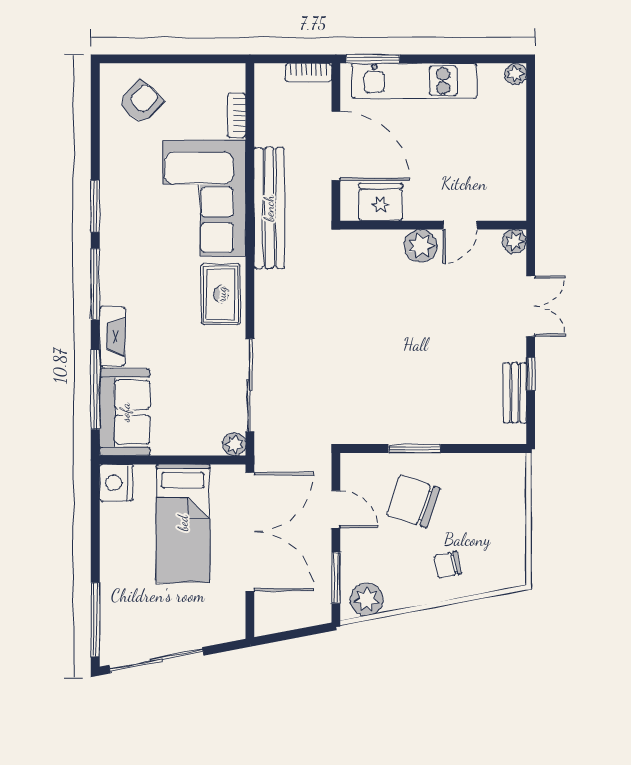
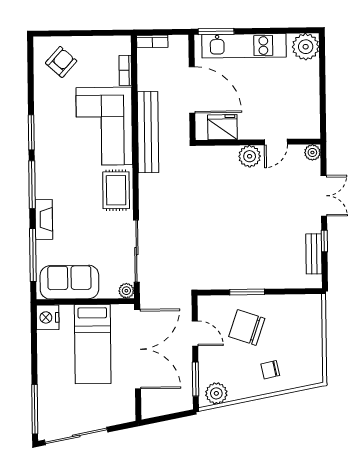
bookcase: (308, 72) -> (152, 41), moved
plant: (516, 74) -> (306, 47), width x1.88, depth x1.88
sofa: (125, 412) -> (69, 282), moved, turned -90

